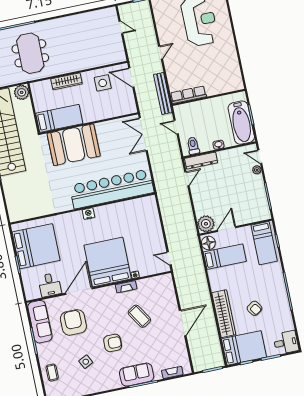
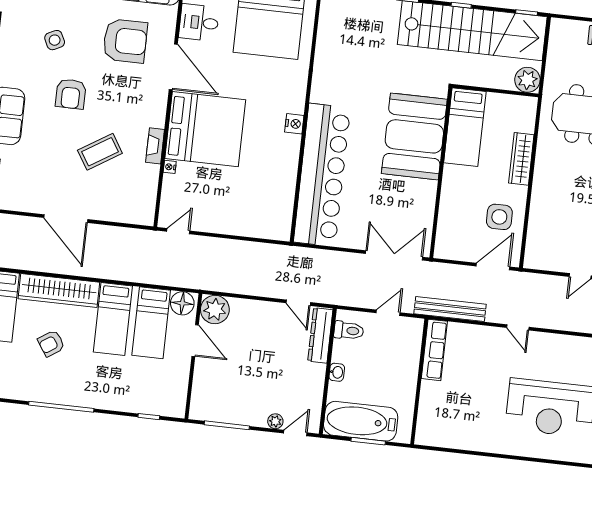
bed: (264, 243) -> (113, 319), moved, turned -90

